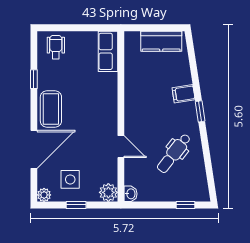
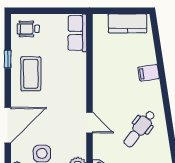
wheelchair: (56, 47) -> (28, 29), turned -90
coffee table: (51, 109) -> (31, 74), moved
window: (200, 111) -> (164, 89), removed

